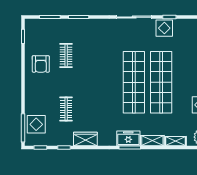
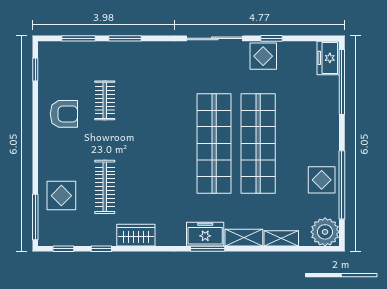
armchair: (41, 64) -> (64, 114), turned -90
clothes rail: (66, 109) -> (105, 187), width x1.36
display table: (36, 124) -> (61, 196), moved

